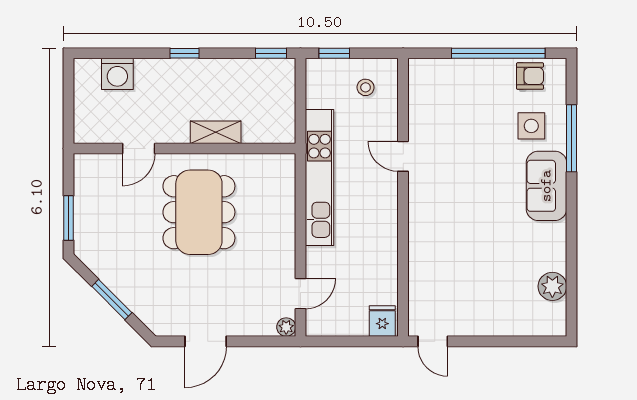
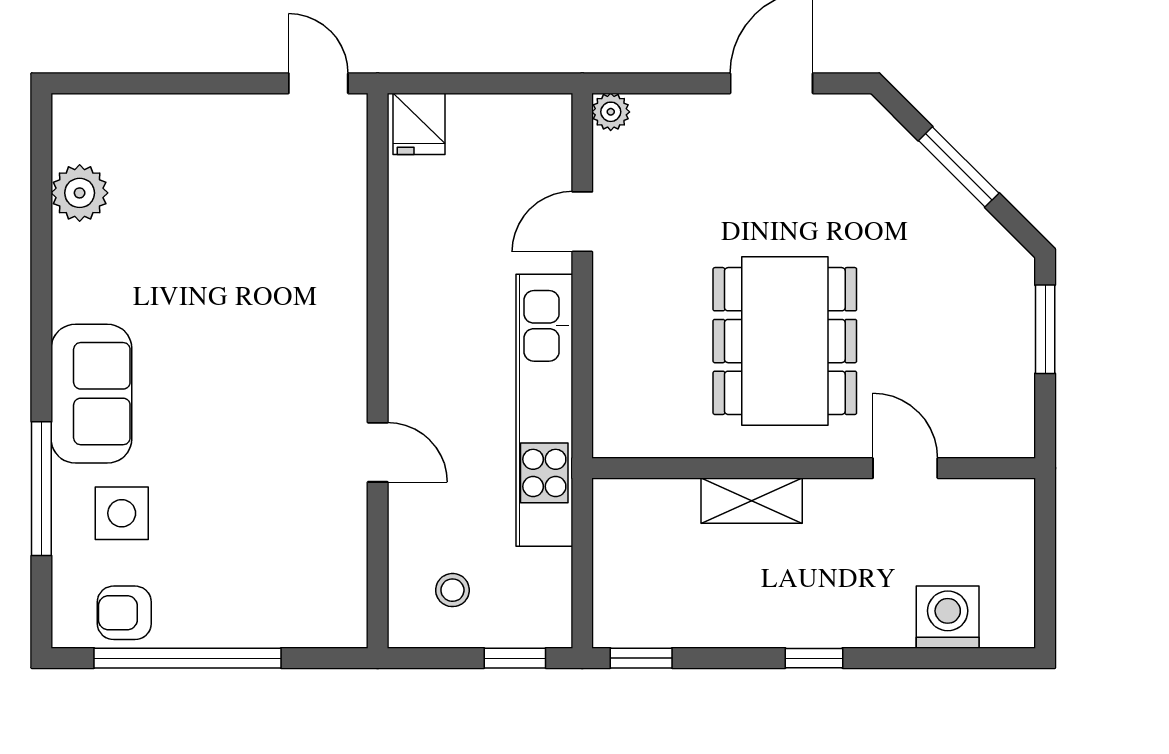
door: (139, 149) -> (905, 468), hinge flipped
door: (300, 294) -> (582, 222), moved

